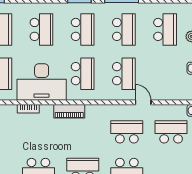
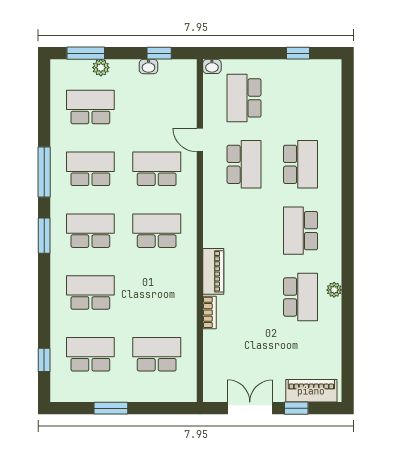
desk: (42, 82) -> (169, 292), removed
door: (143, 102) -> (200, 140), hinge flipped
piano: (69, 111) -> (213, 271), moved
school desk: (127, 132) -> (244, 164), turned 180

